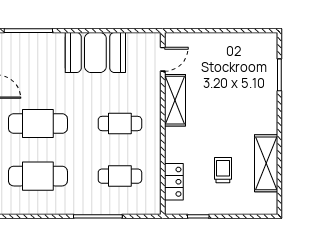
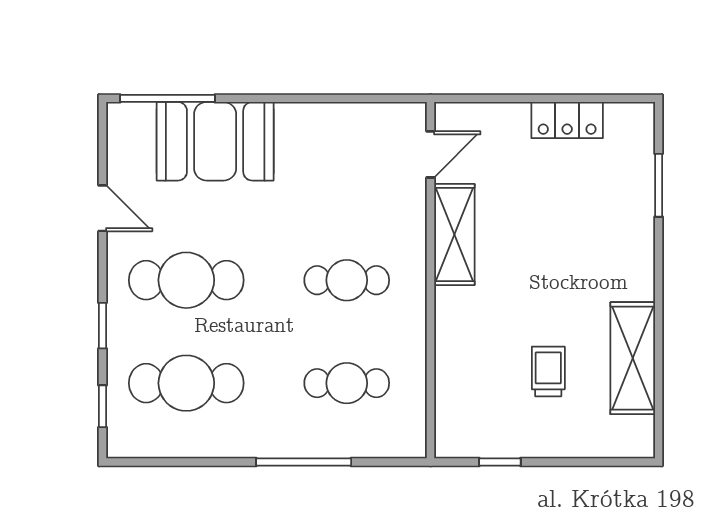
booth: (95, 52) -> (215, 141), moved
locker: (174, 182) -> (567, 120), moved, turned 90

